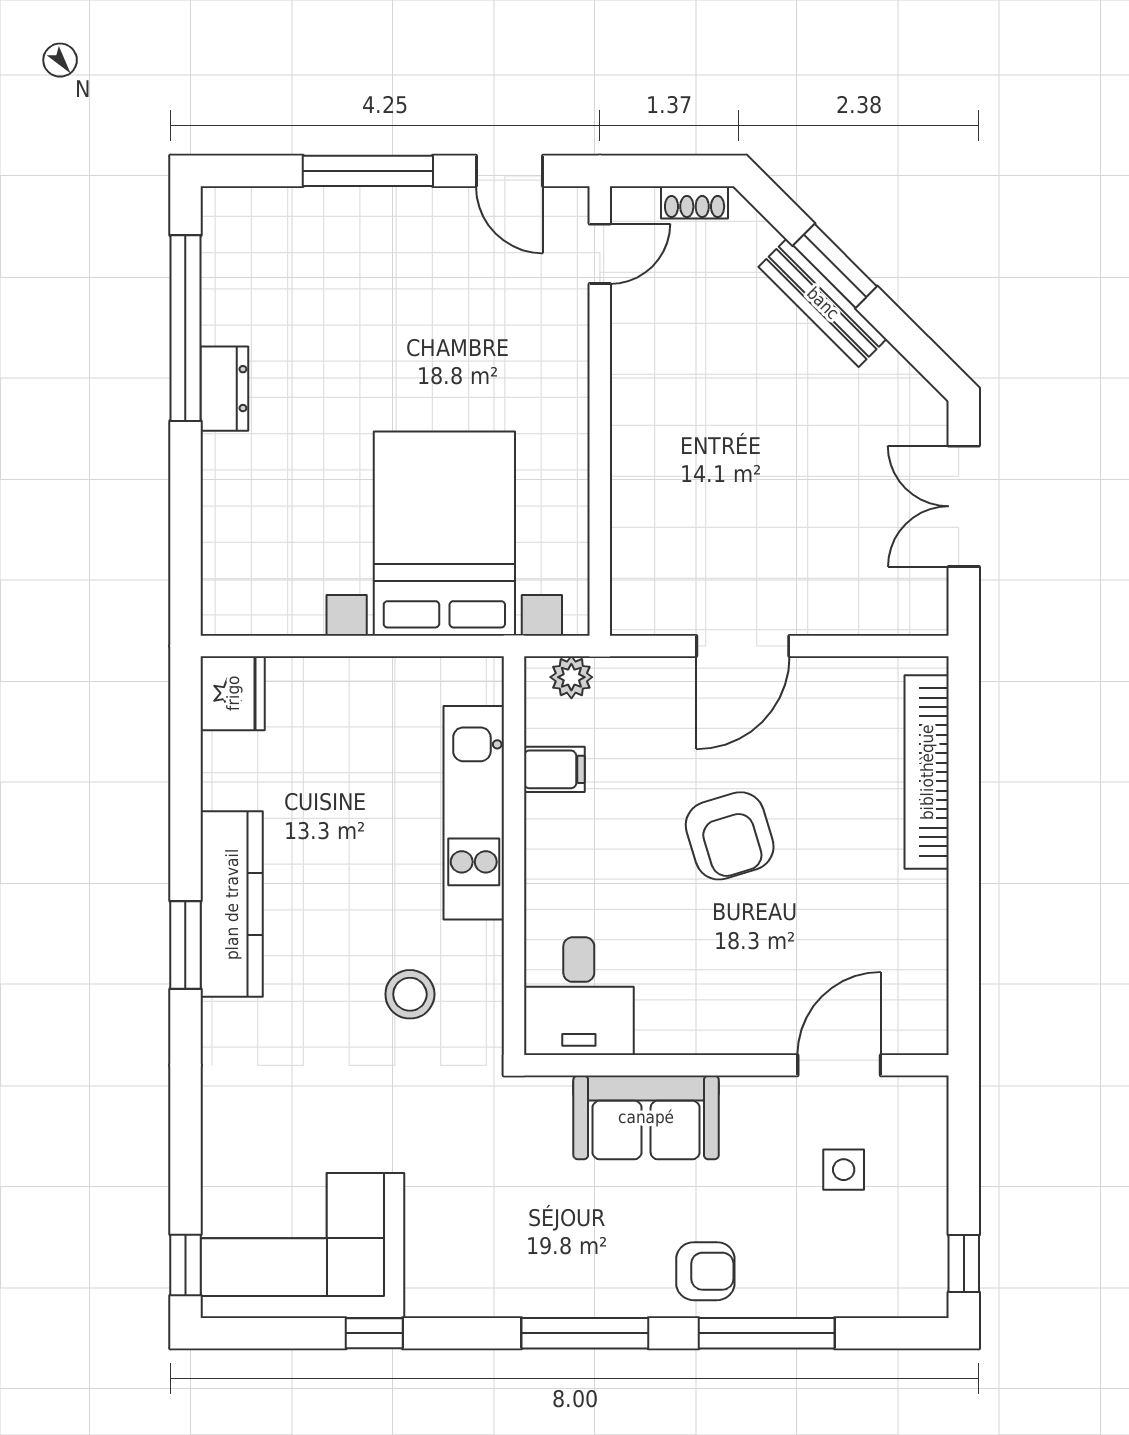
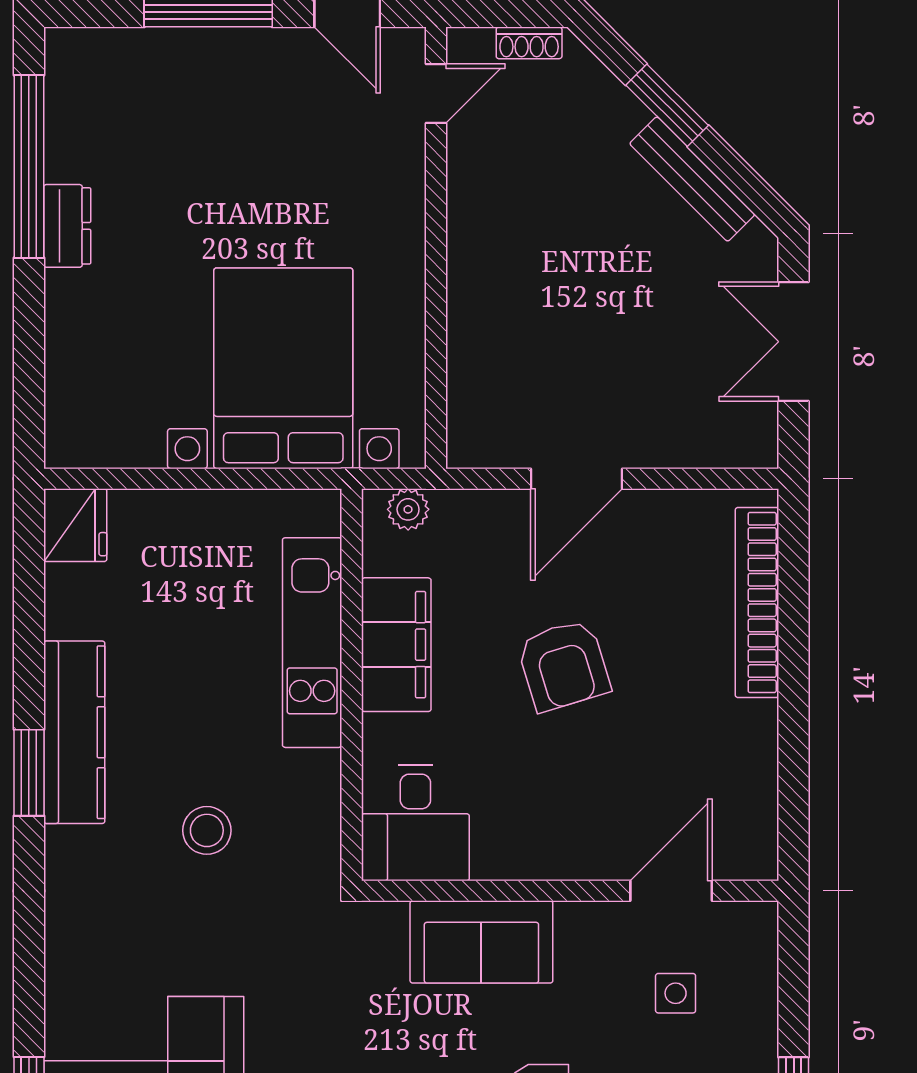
bench: (823, 303) -> (692, 179), moved
filing cabinet: (554, 769) -> (396, 645), width x3.00, depth x1.17
stool: (410, 994) -> (207, 830), moved

